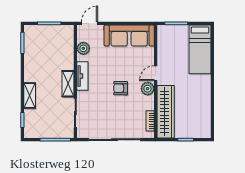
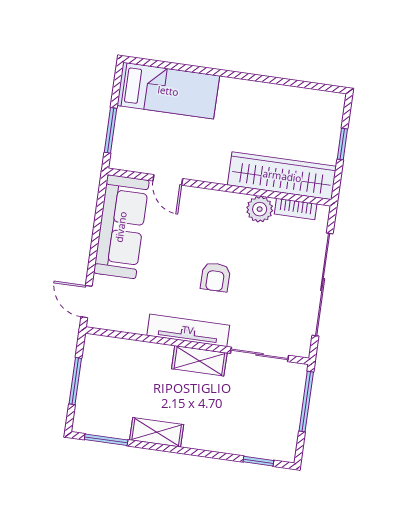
plant: (83, 48) -> (134, 321), removed
door: (156, 73) -> (168, 180), moved
tv unit: (82, 76) -> (188, 330), width x1.41
armchair: (121, 88) -> (215, 277), moved
plant: (148, 89) -> (260, 209), moved
shelving: (30, 96) -> (157, 432), moved

